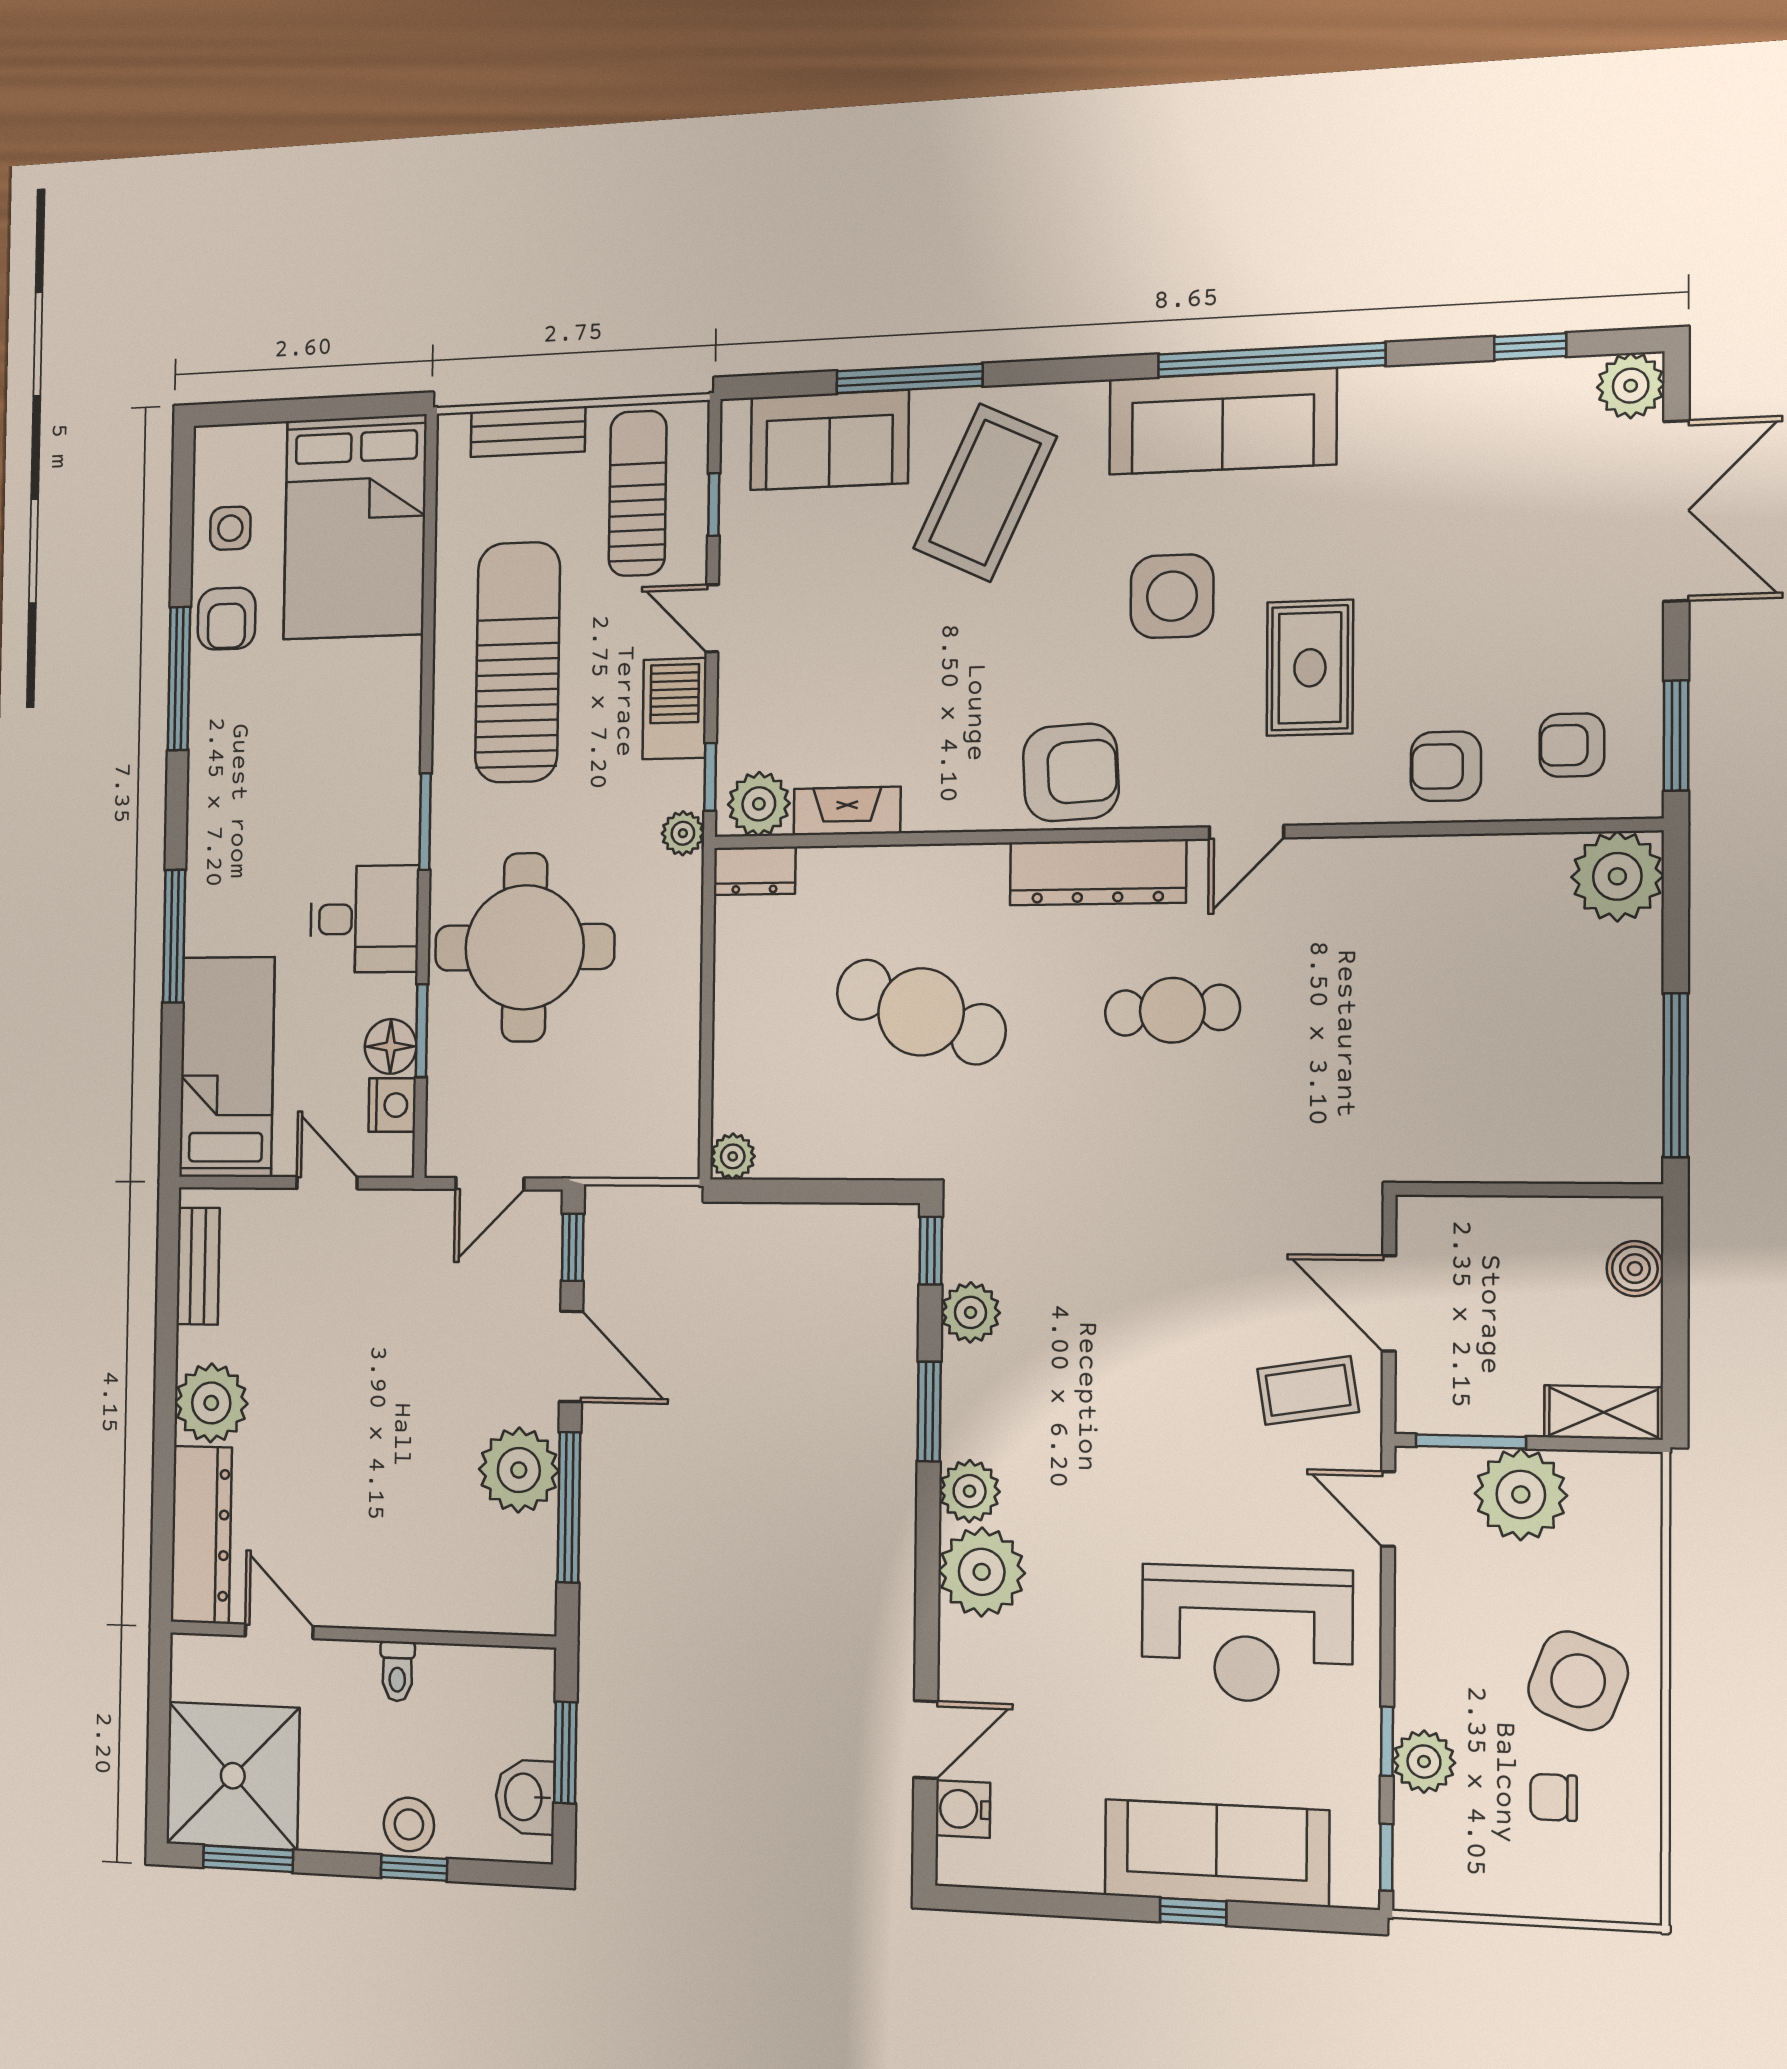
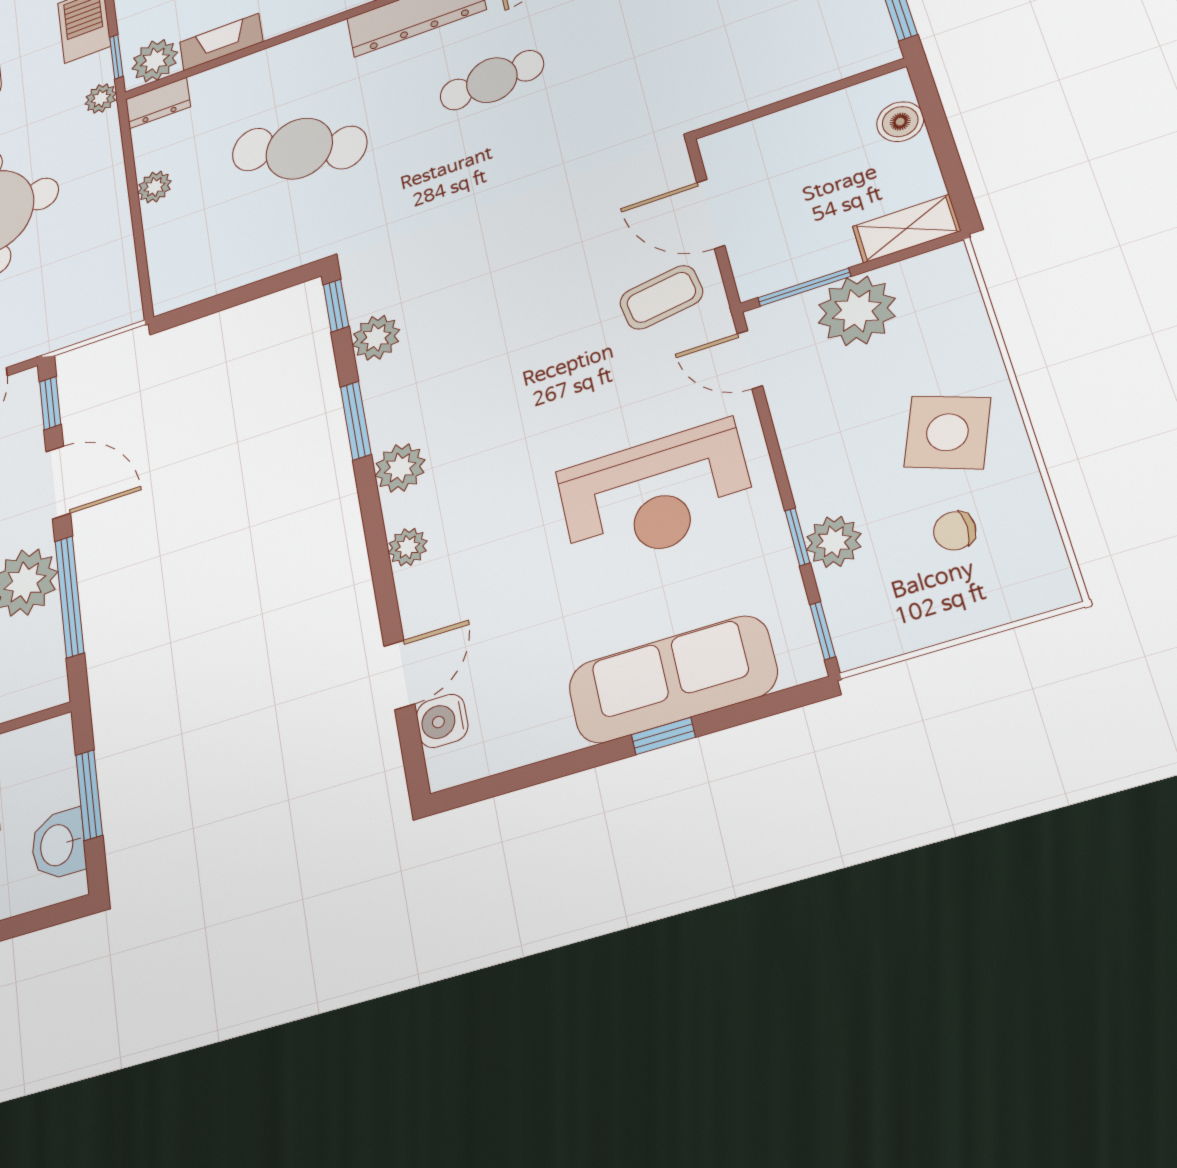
plant: (733, 1156) -> (154, 187), moved
plant: (982, 1572) -> (408, 547), width x0.53, depth x0.53

